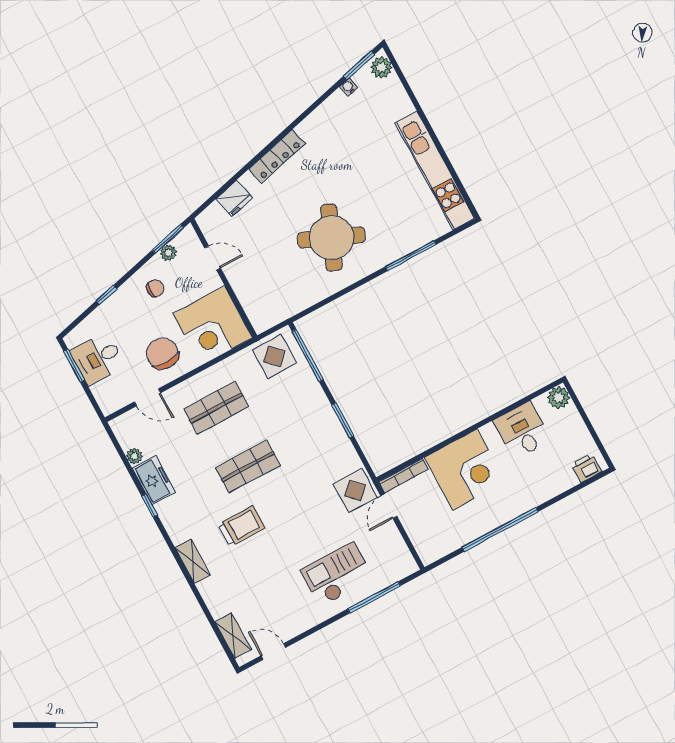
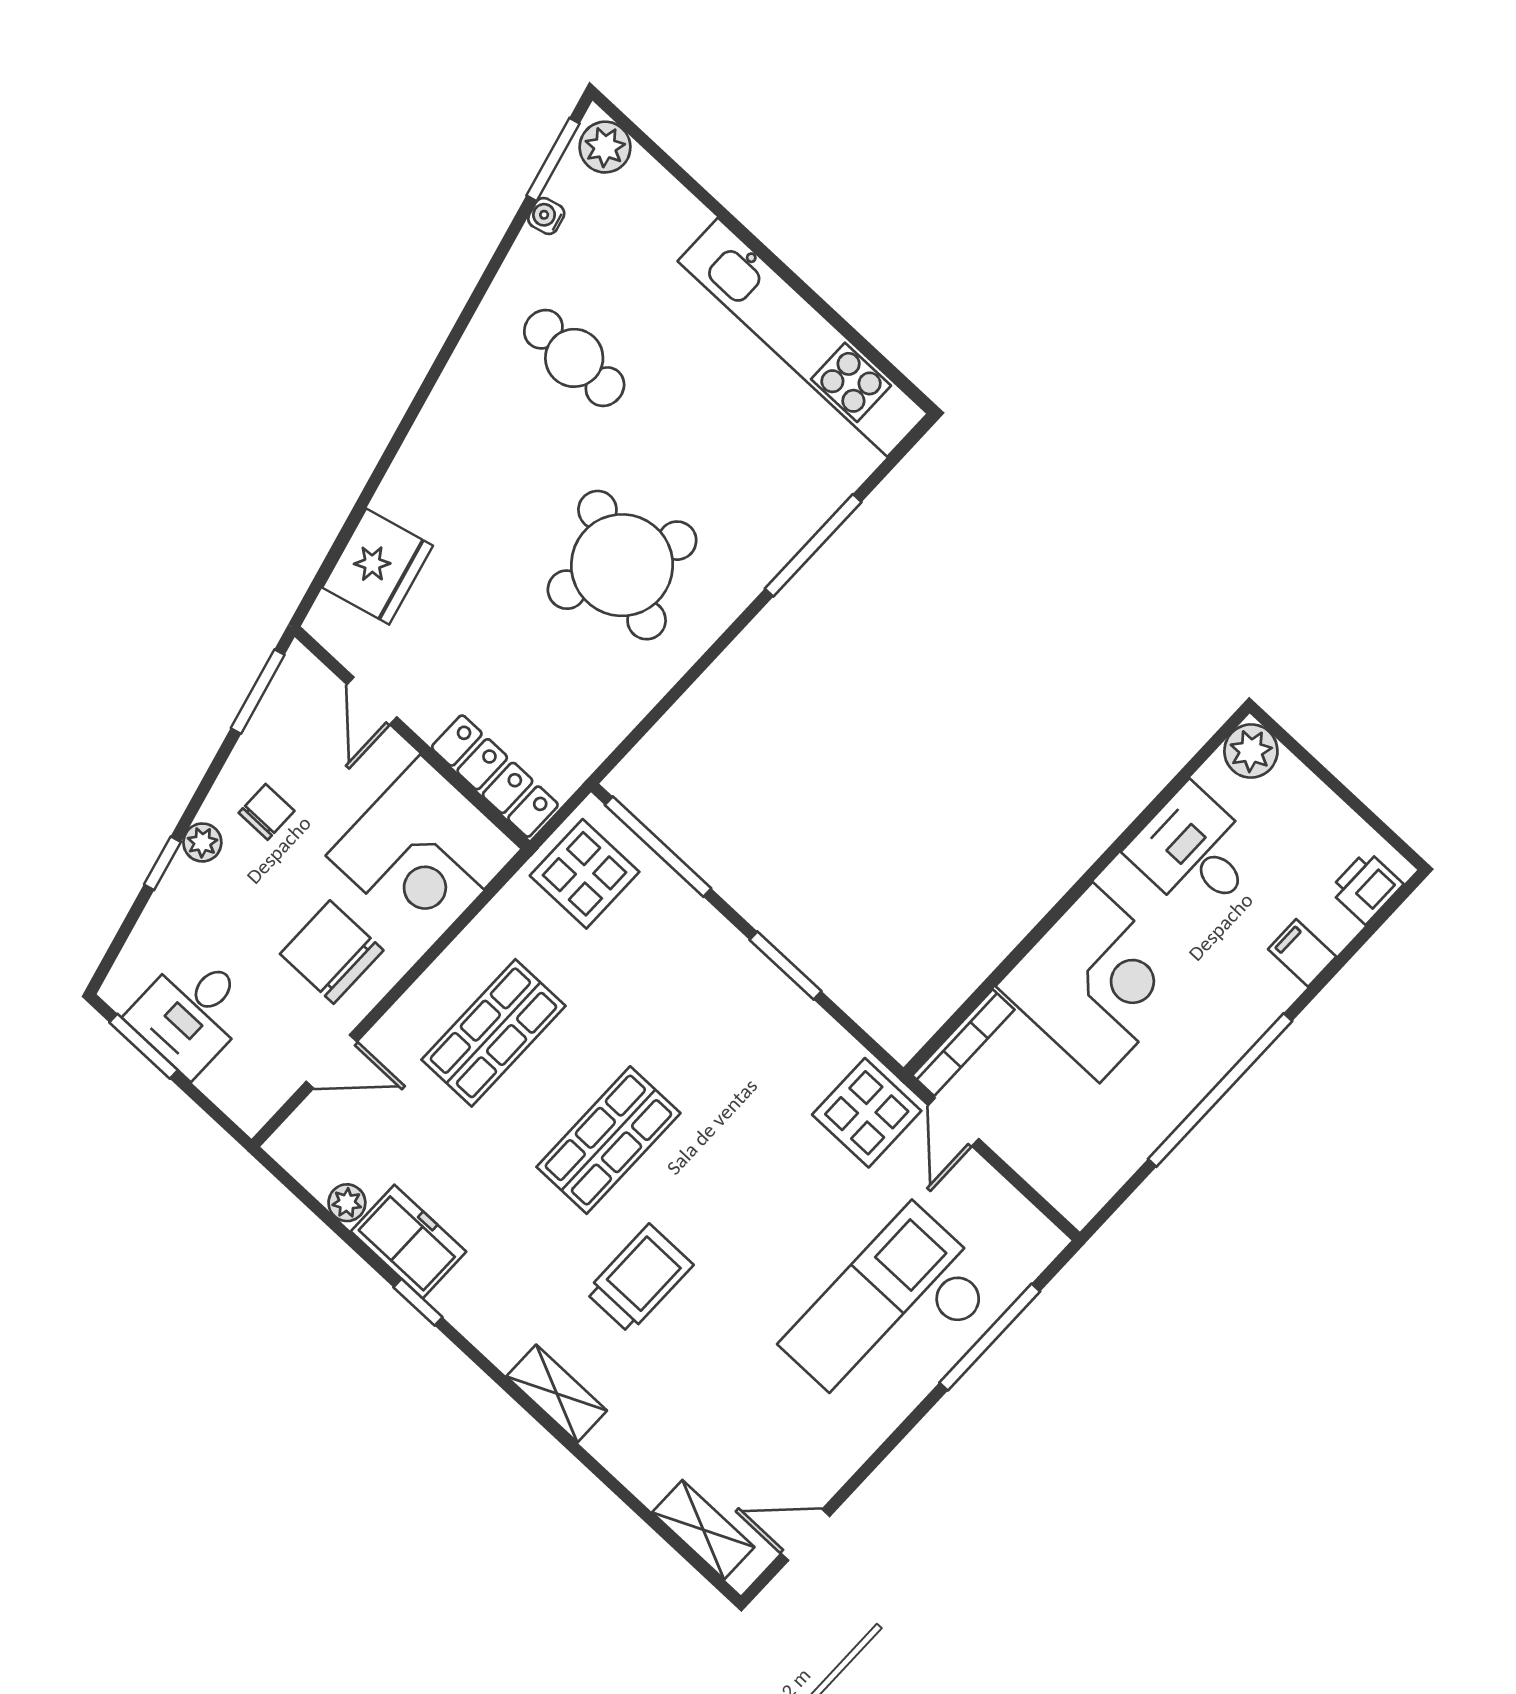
cafe table: (340, 148) -> (574, 358), added
locker: (277, 156) -> (495, 776), moved, turned -76
fridge: (234, 198) -> (378, 567), width x1.36, depth x1.34
plant: (168, 253) -> (202, 842), moved
door: (213, 258) -> (372, 701), swing flipped
filing cabinet: (552, 486) -> (1302, 953), added
checkout: (337, 574) -> (890, 1314), width x1.36, depth x1.21

